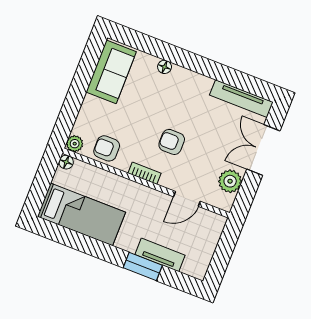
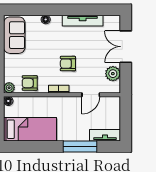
tv unit: (241, 99) -> (83, 21), moved
tv unit: (160, 255) -> (105, 135), moved
window: (143, 267) -> (80, 146), width x1.44

